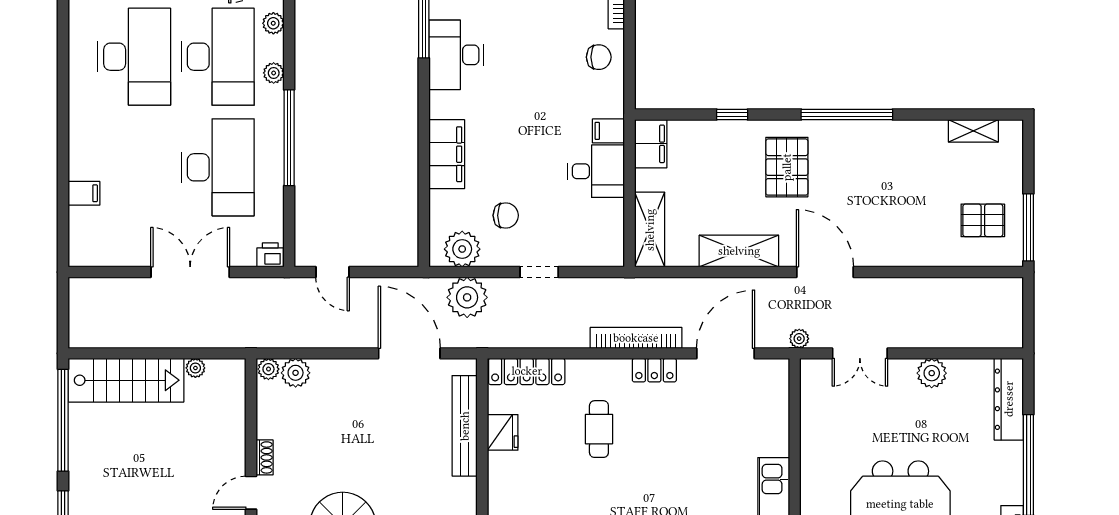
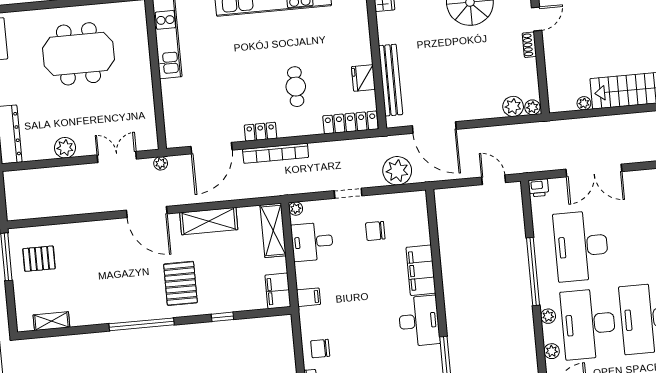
desk: (456, 55) -> (419, 321), moved
desk: (596, 171) -> (312, 242), moved
plant: (462, 249) -> (296, 209), moved, width x0.53, depth x0.53

